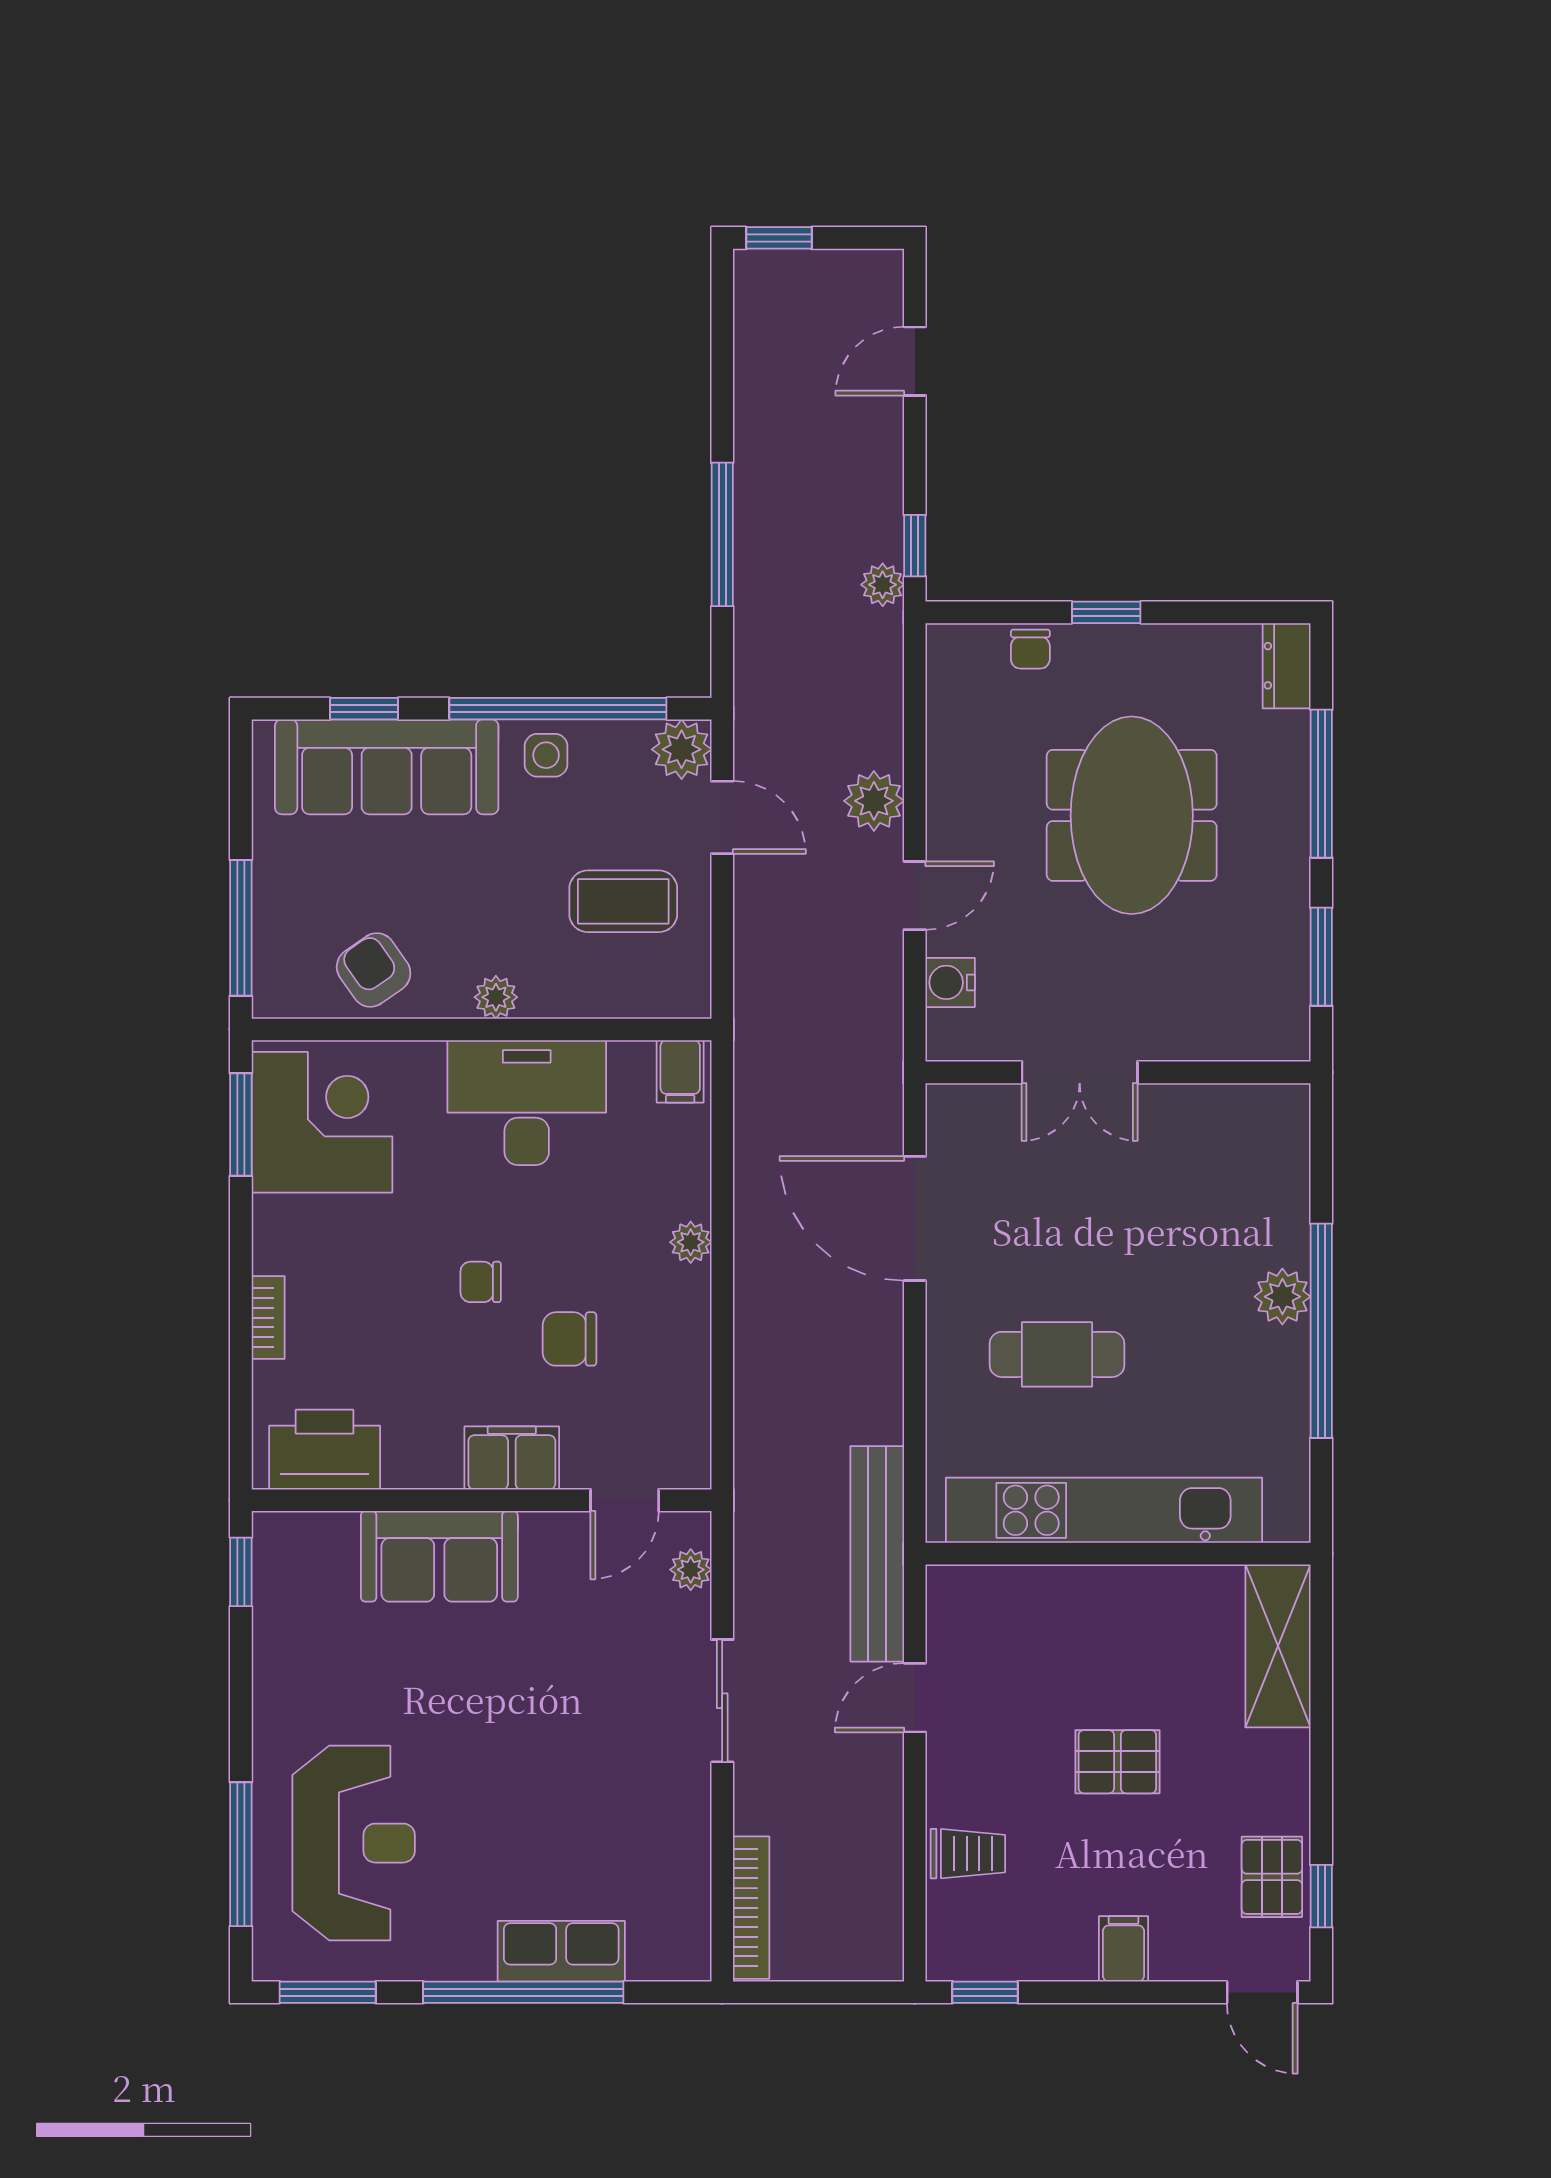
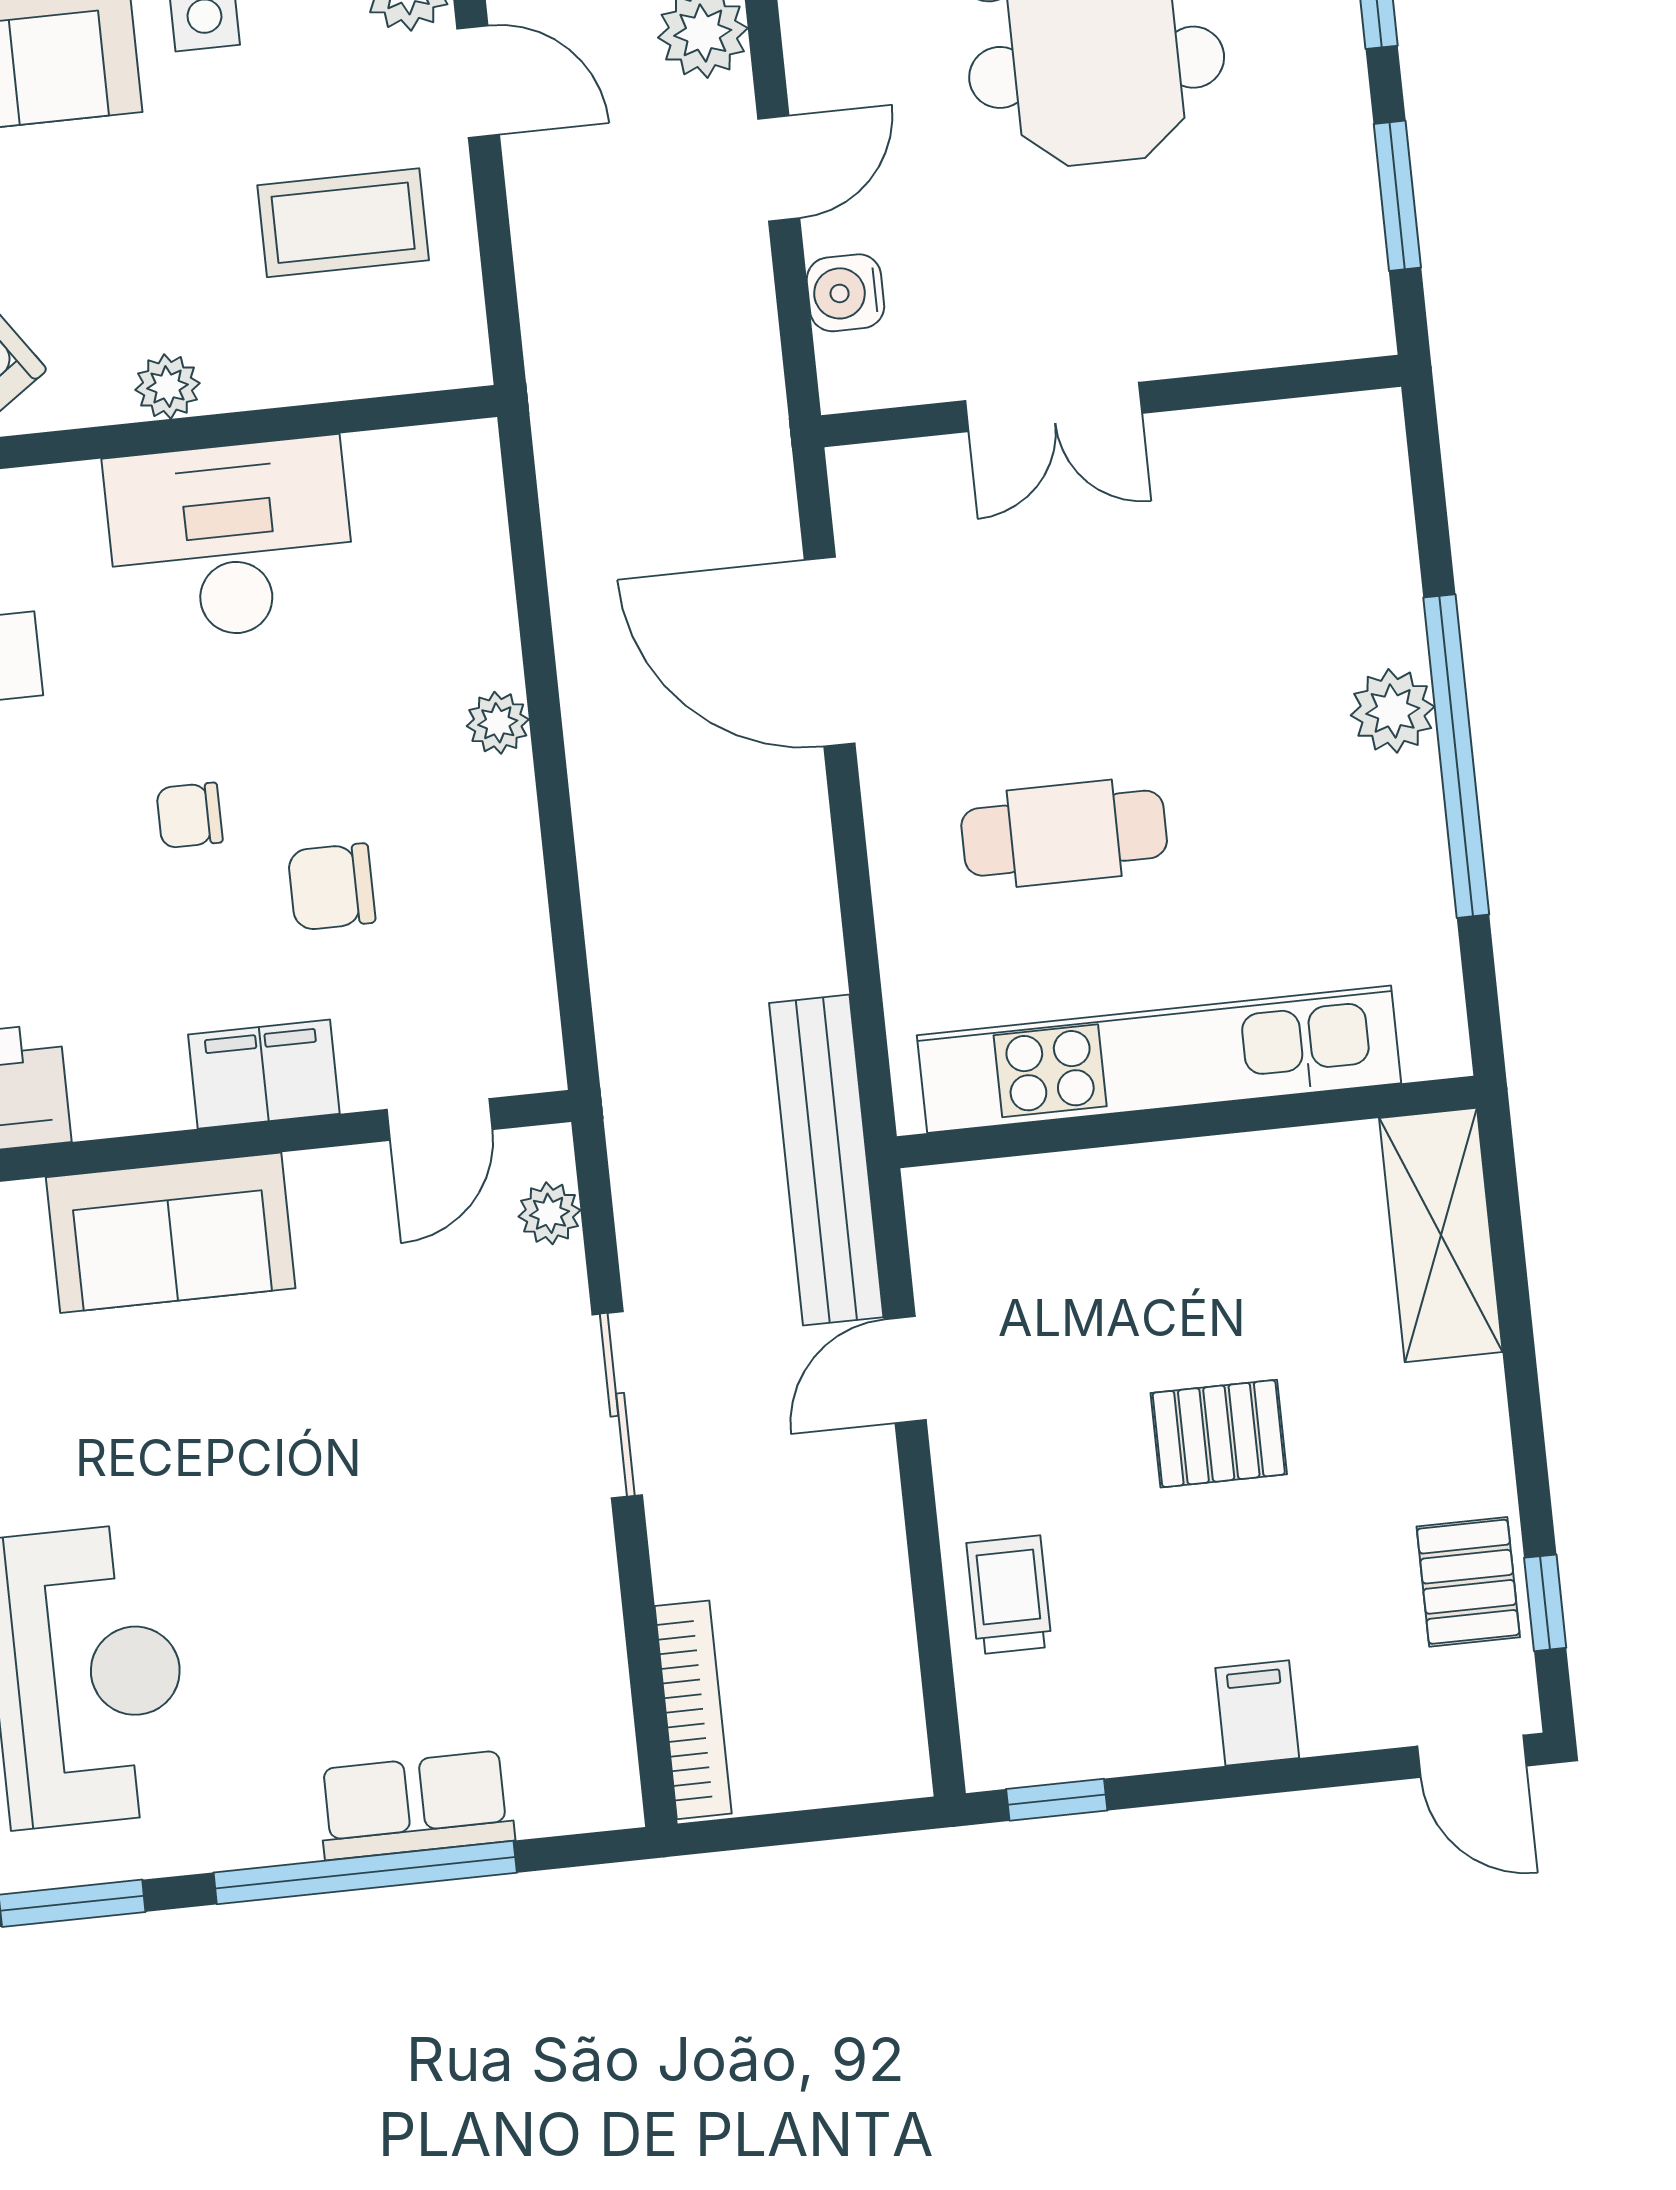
filing cabinet: (680, 1071) -> (455, 469), removed
trolley: (968, 1854) -> (1009, 1595), turned -90

